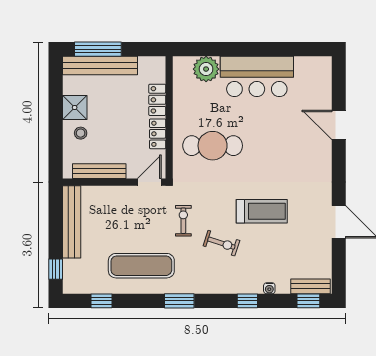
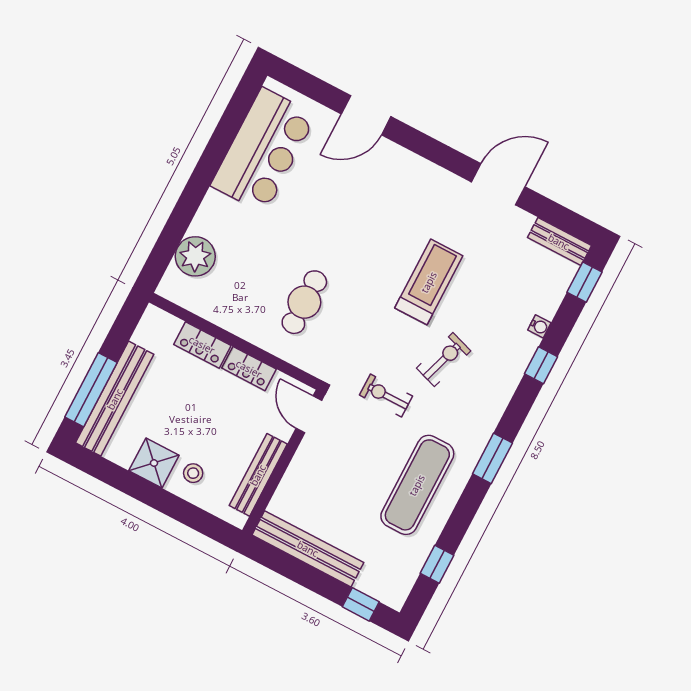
bar counter: (257, 76) -> (263, 150), moved
cafe table: (213, 146) -> (304, 302), width x0.73, depth x0.74
bench: (310, 286) -> (559, 242), moved, turned 90

